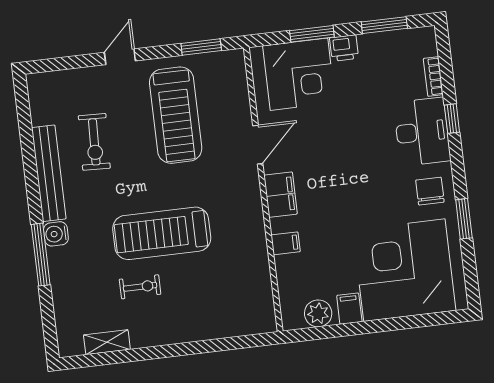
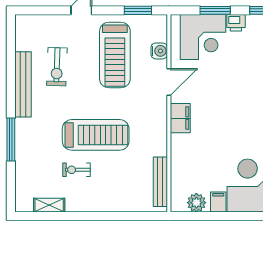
treadmill: (162, 233) -> (96, 135), turned 180
water cooler: (56, 234) -> (159, 51), moved, turned 180
filing cabinet: (286, 243) -> (180, 152), removed
exercise bike: (140, 287) -> (76, 170), turned 180
bench: (263, 290) -> (160, 182), added

